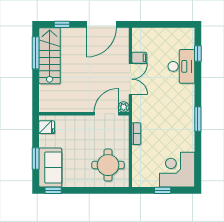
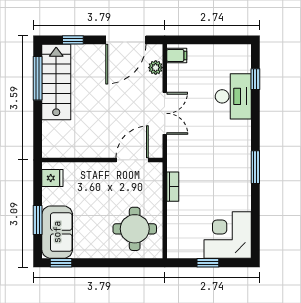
filing cabinet: (139, 58) -> (177, 56), moved
plant: (124, 107) -> (156, 68), moved

